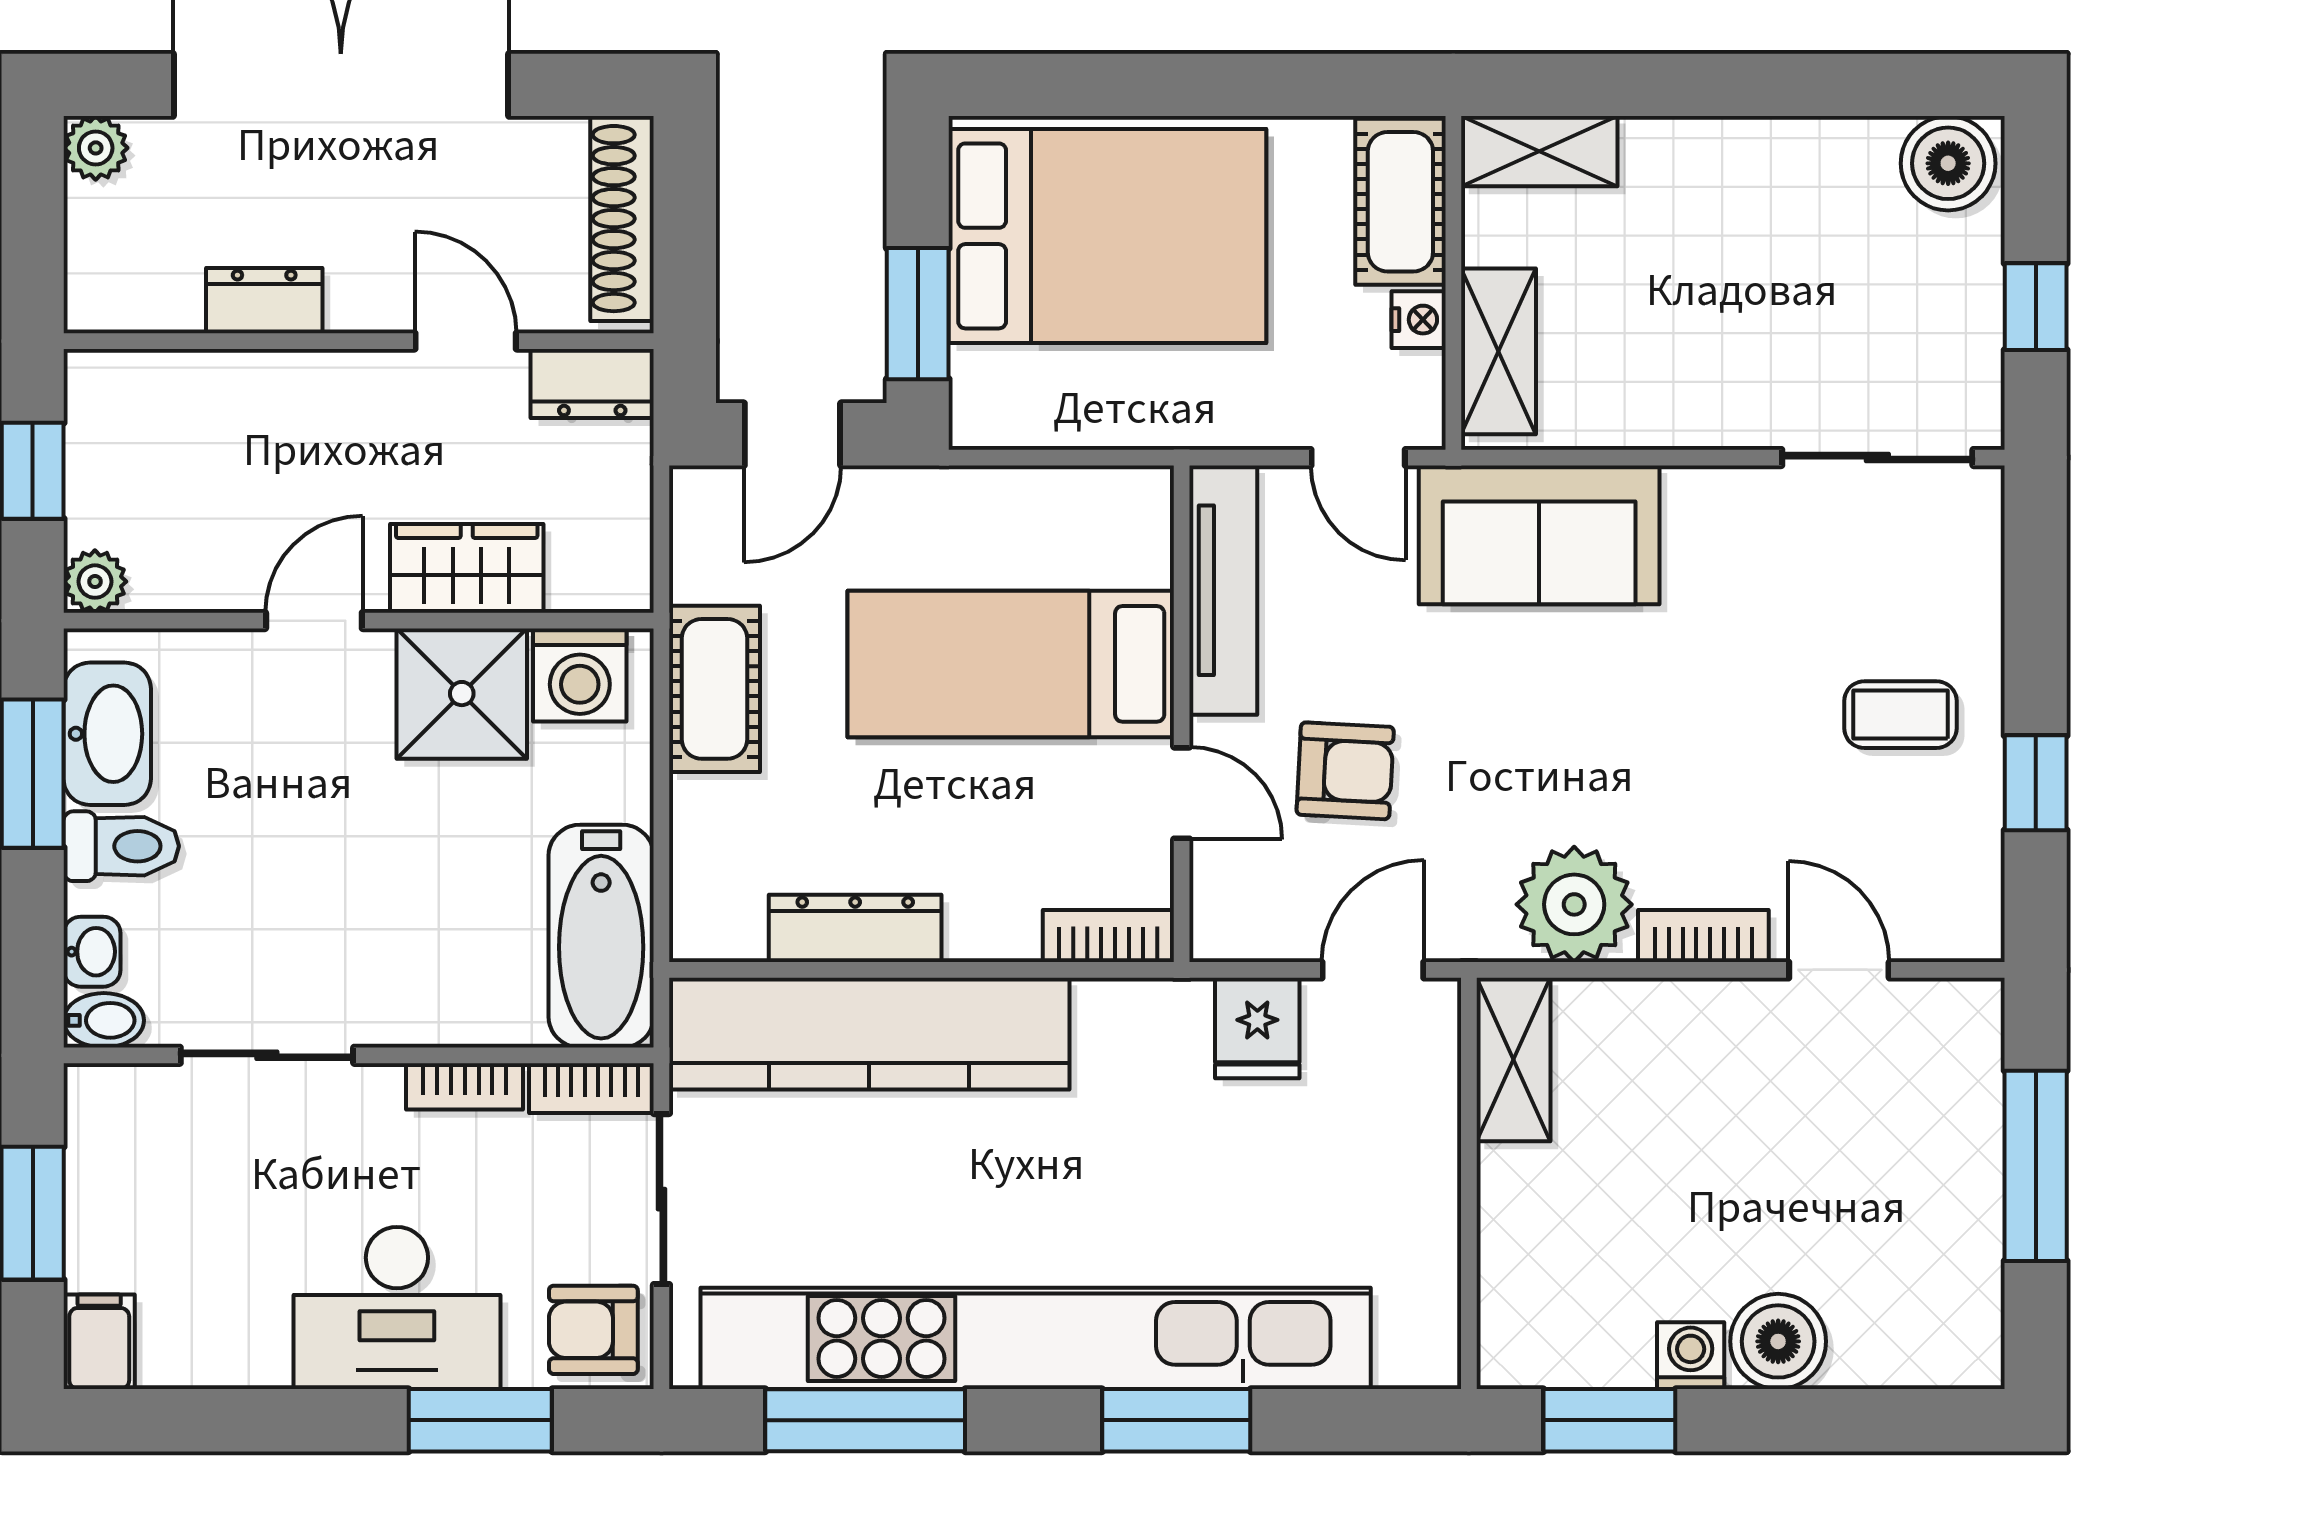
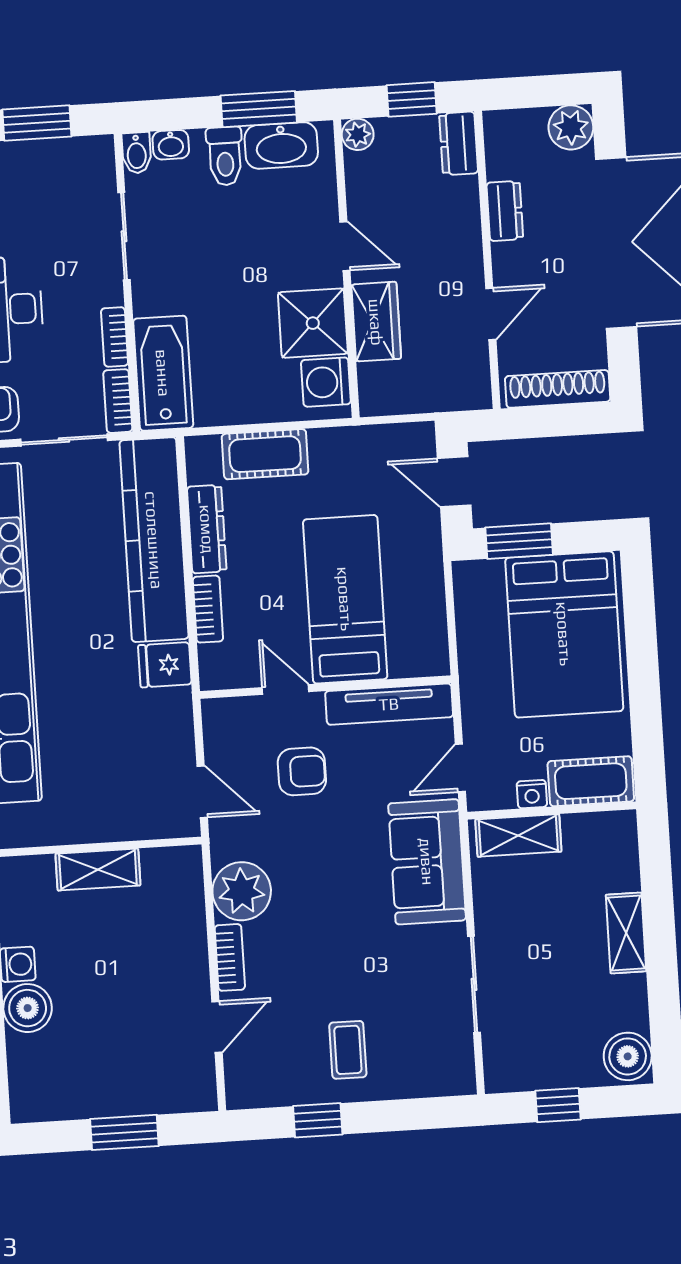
plant: (96, 148) -> (571, 127), width x1.38, depth x1.38
shelving: (1539, 151) -> (626, 933), moved
dresser: (592, 383) -> (459, 143), moved
sliding door: (1877, 458) -> (474, 984), moved
cot: (715, 689) -> (265, 454), moved
armchair: (1345, 771) -> (302, 771), turned -93
door: (1182, 793) -> (285, 690), swing flipped
bathtub: (601, 936) -> (163, 373), moved, turned 90
bookcase: (1108, 936) -> (208, 609), moved
fridge: (1257, 1028) -> (165, 665), moved
shelving: (1513, 1060) -> (98, 870), moved
window: (2036, 1166) -> (124, 1132), width x0.69

